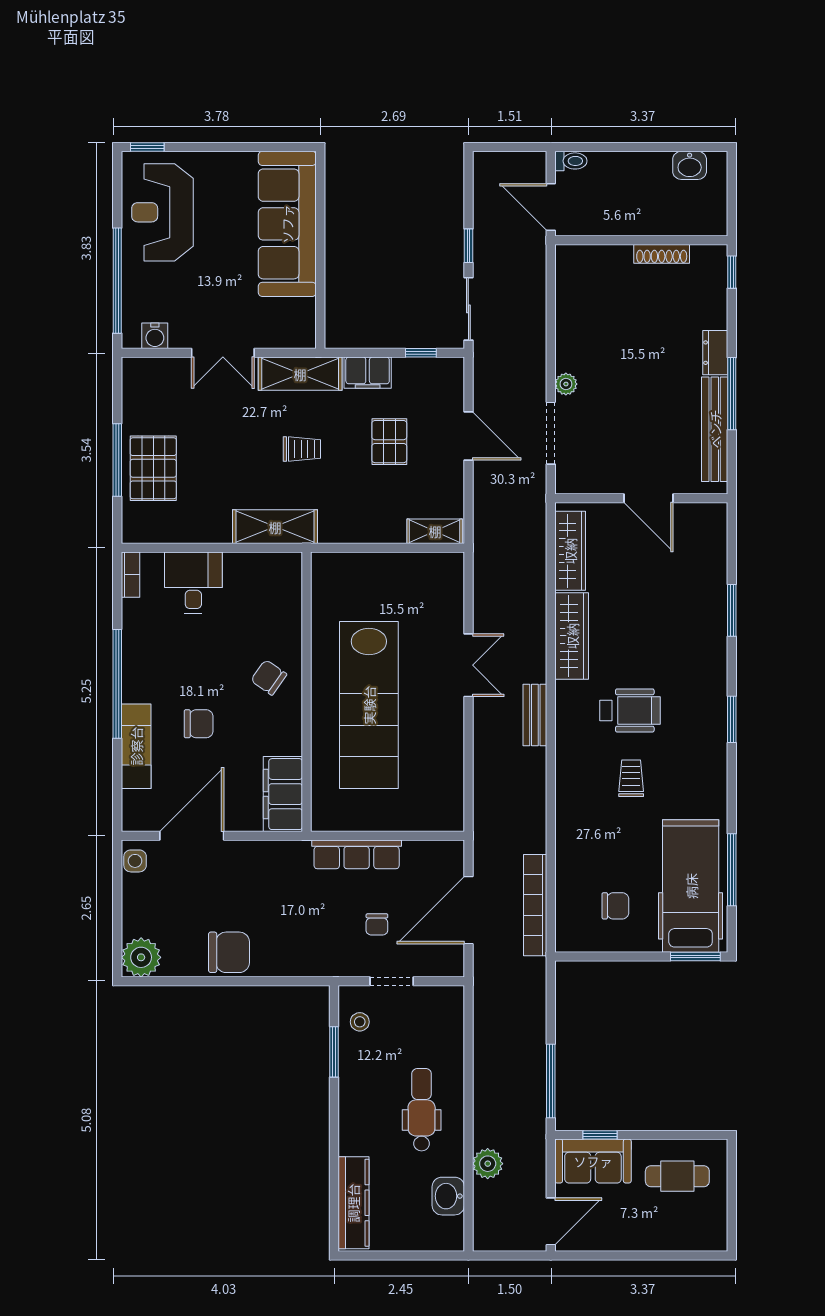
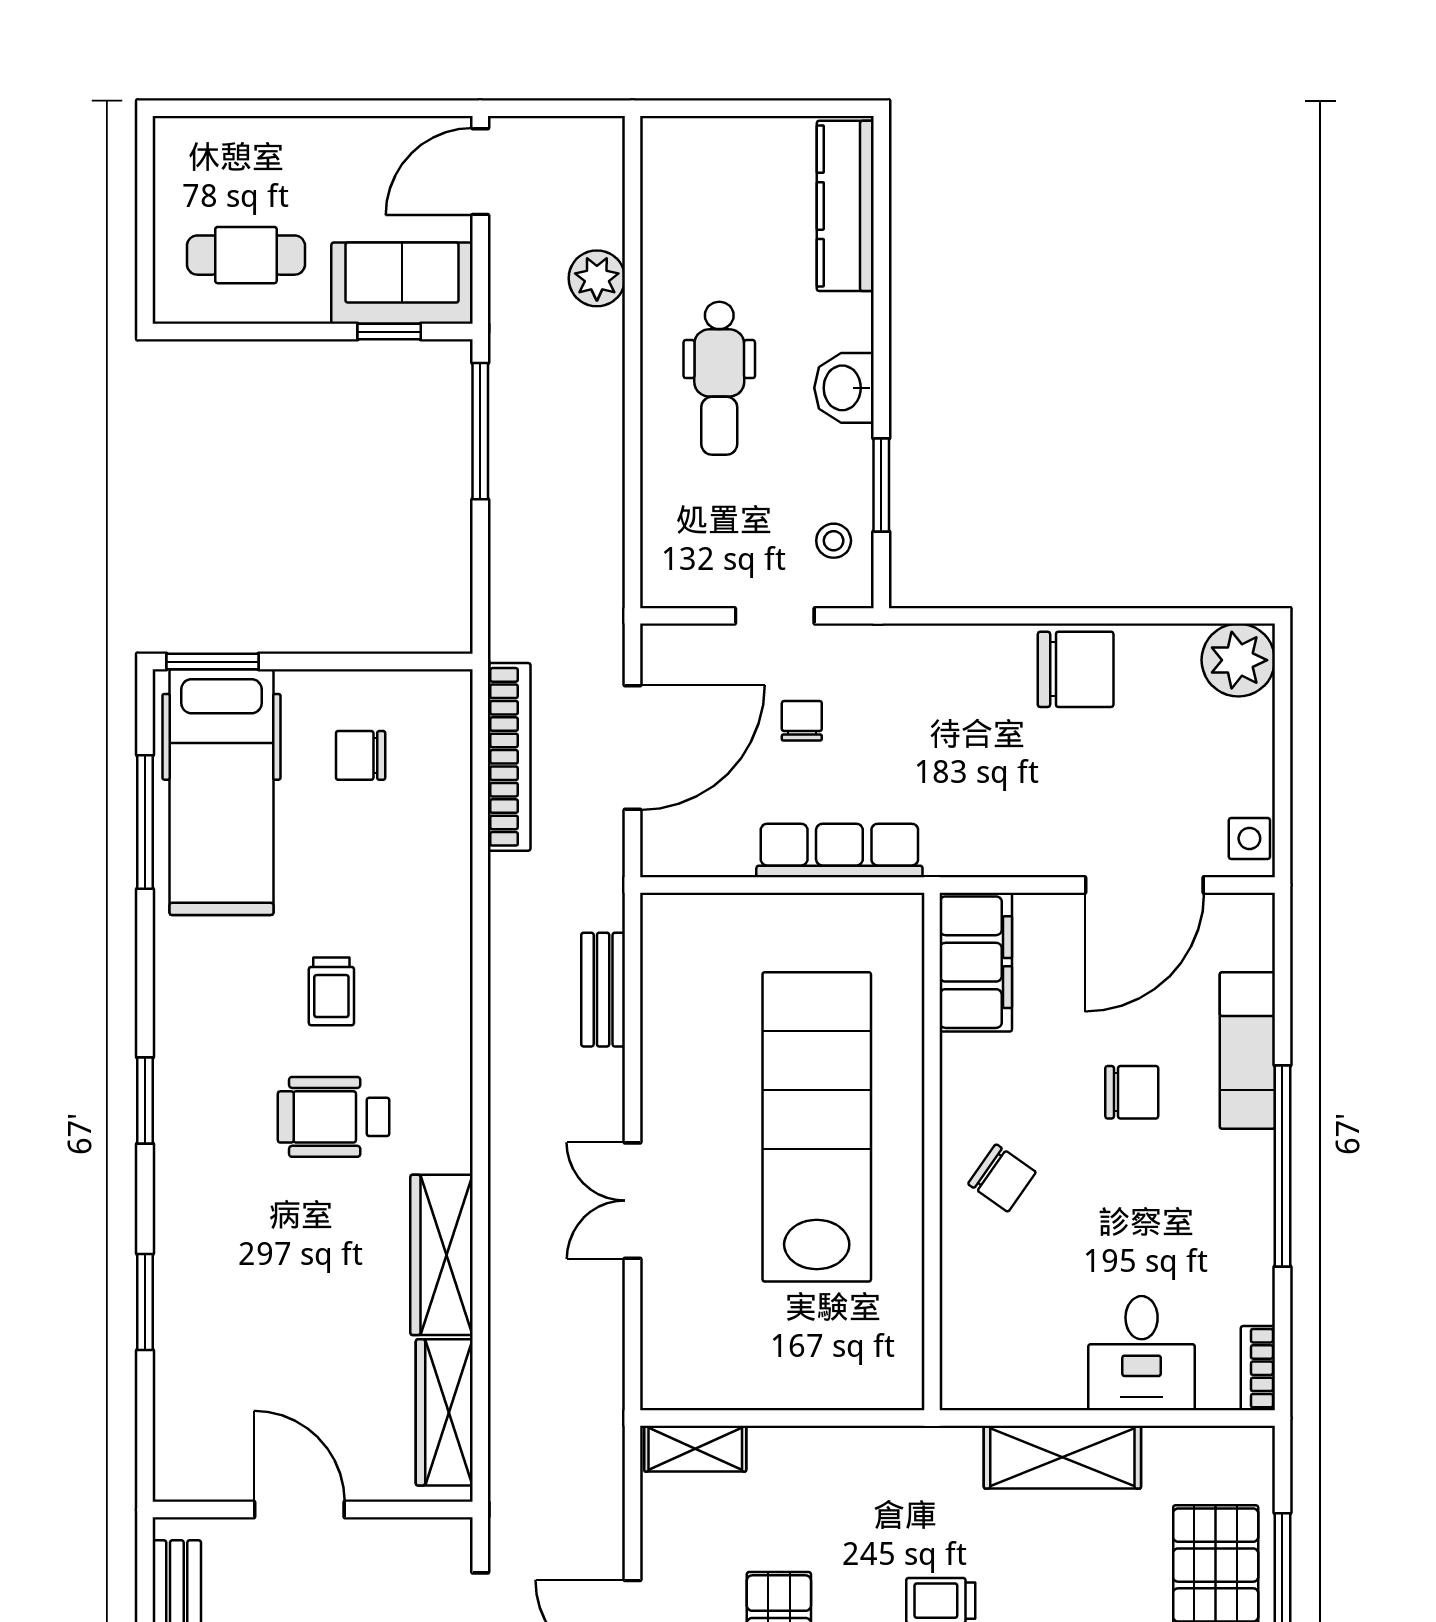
shelving: (275, 527) -> (1062, 1457), moved
bench: (535, 715) -> (603, 990), moved
chair: (199, 724) -> (1132, 1092), turned 180
chair: (229, 952) -> (1076, 669), turned 180
washbasin: (448, 1196) -> (844, 388), moved, turned 180

